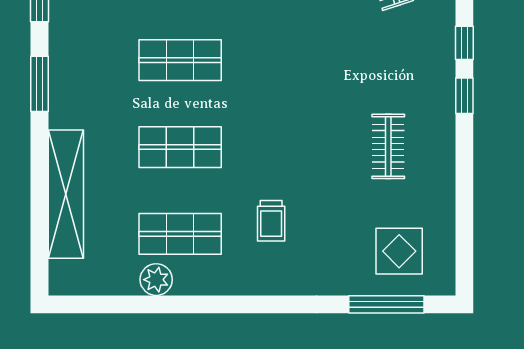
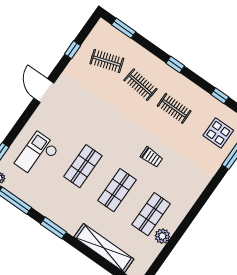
window: (464, 43) -> (220, 96), moved
clothes rail: (388, 61) -> (140, 85), added
trolley: (271, 221) -> (152, 157), moved

